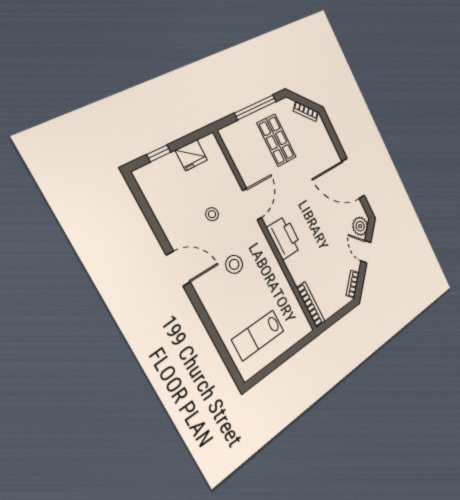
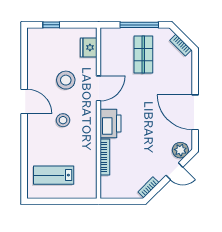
fridge: (191, 155) -> (89, 47), moved, turned 90
stool: (212, 214) -> (66, 80), width x1.89, depth x1.89
door: (366, 252) -> (174, 171), swing flipped
bookcase: (311, 305) -> (105, 157), moved

